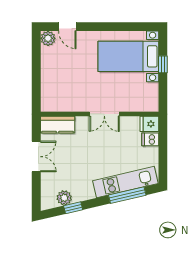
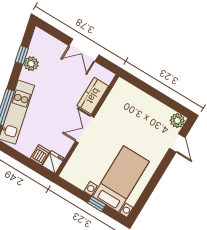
door: (67, 27) -> (177, 143), swing flipped
kitchen counter: (58, 125) -> (93, 96), moved
plant: (64, 198) -> (31, 64), moved

